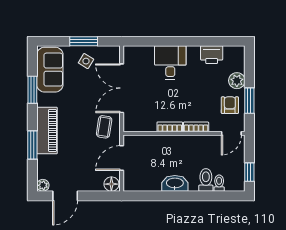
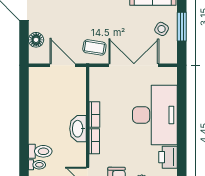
desk: (170, 62) -> (155, 115), width x1.87, depth x1.30
washbasin: (175, 183) -> (78, 129), moved, turned 180
floor lamp: (111, 184) -> (36, 40), moved

